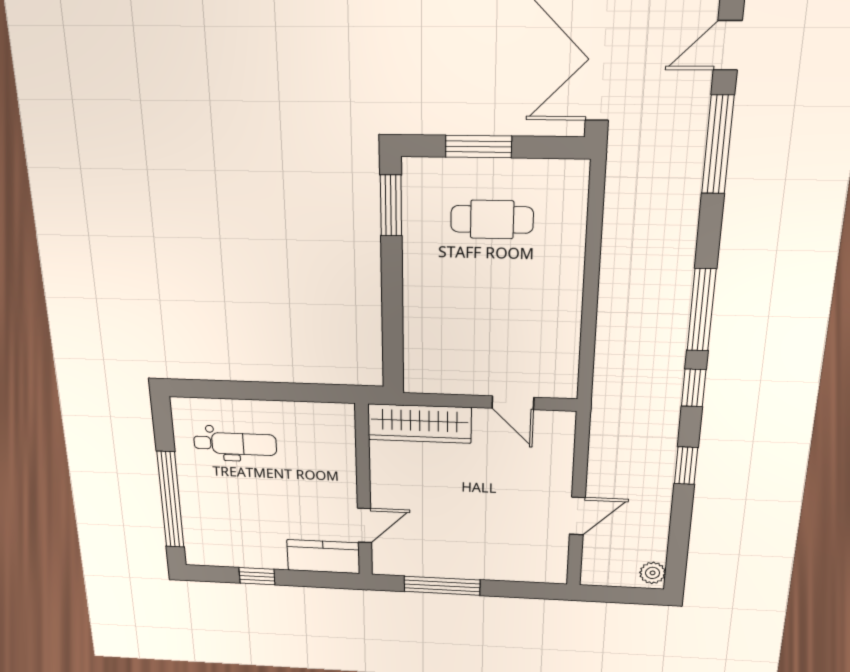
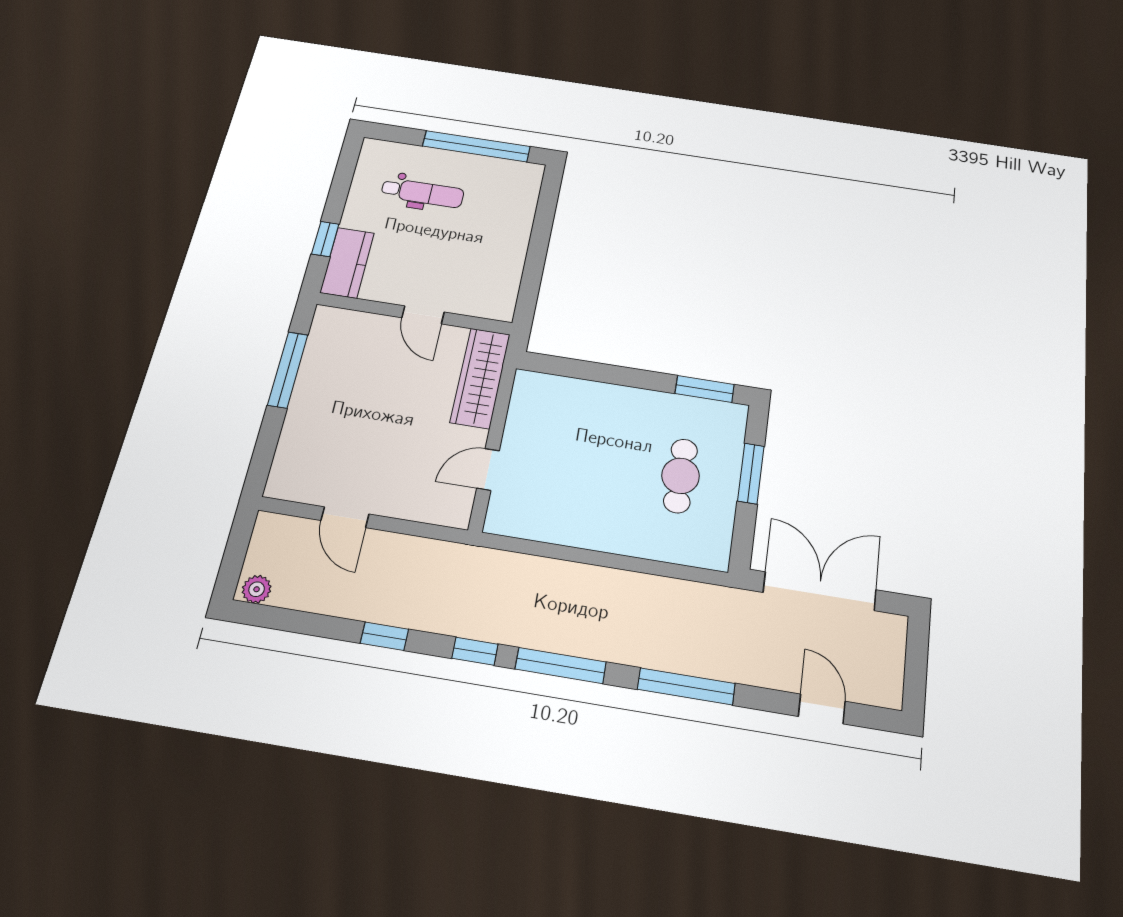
window: (718, 145) -> (686, 686), moved
dental chair: (235, 444) -> (423, 193), moved, turned -90
window: (170, 500) -> (476, 146), moved
door: (365, 525) -> (423, 315), moved
window: (257, 576) -> (325, 239), moved

